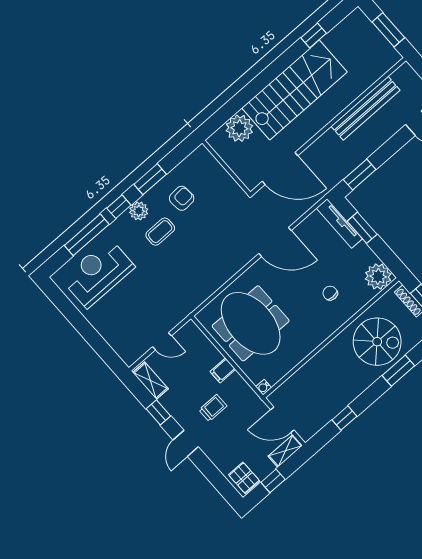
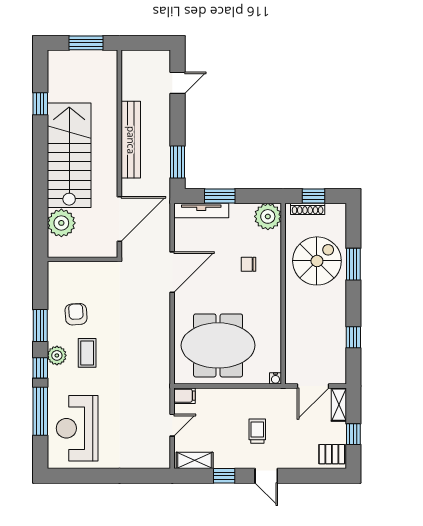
bench: (366, 108) -> (131, 140), moved
filing cabinet: (223, 370) -> (185, 396), moved, turned -90

